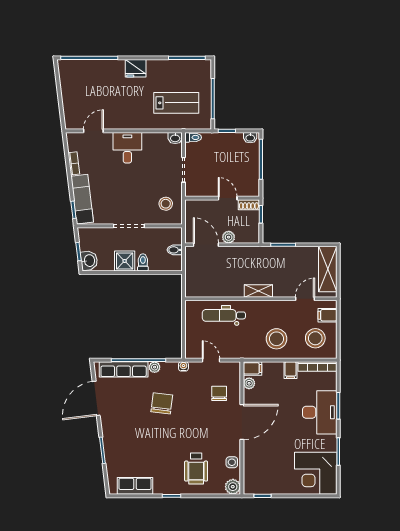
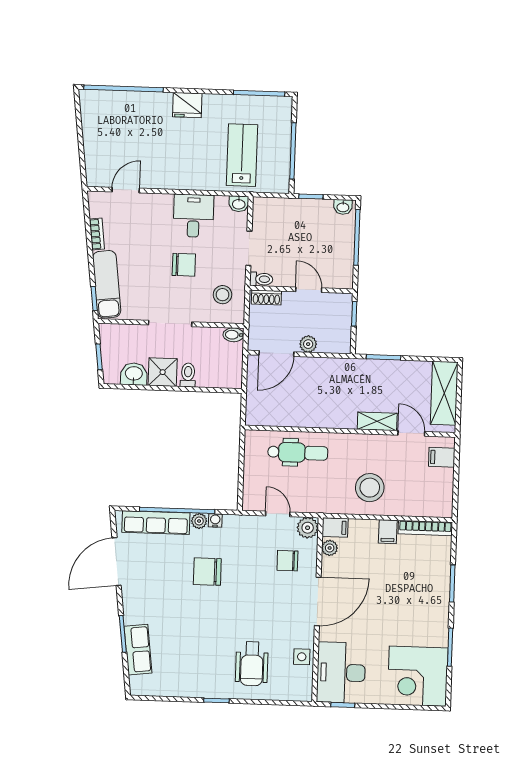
lab bench: (176, 103) -> (242, 155), turned -90
toilet: (193, 137) -> (261, 279), moved
desk: (127, 148) -> (193, 216), moved
chair: (137, 183) -> (184, 265), added
shoe rack: (249, 205) -> (266, 297), moved
door: (206, 245) -> (276, 354), swing flipped
bidet: (175, 250) -> (233, 335), moved
washbasin: (89, 261) -> (134, 374), moved, turned -83
shelving: (258, 291) -> (377, 421), moved
door: (305, 299) -> (411, 433), hinge flipped
dental chair: (224, 315) -> (298, 453), turned 180
stool: (315, 338) -> (424, 489), removed
water cooler: (183, 366) -> (215, 520), moved
chair: (219, 393) -> (287, 561), turned -90
chair: (162, 403) -> (207, 572), turned -97
desk: (320, 412) -> (341, 673), moved, turned 180
row of seats: (135, 486) -> (138, 650), moved, turned 83
plant: (233, 487) -> (308, 528), moved

